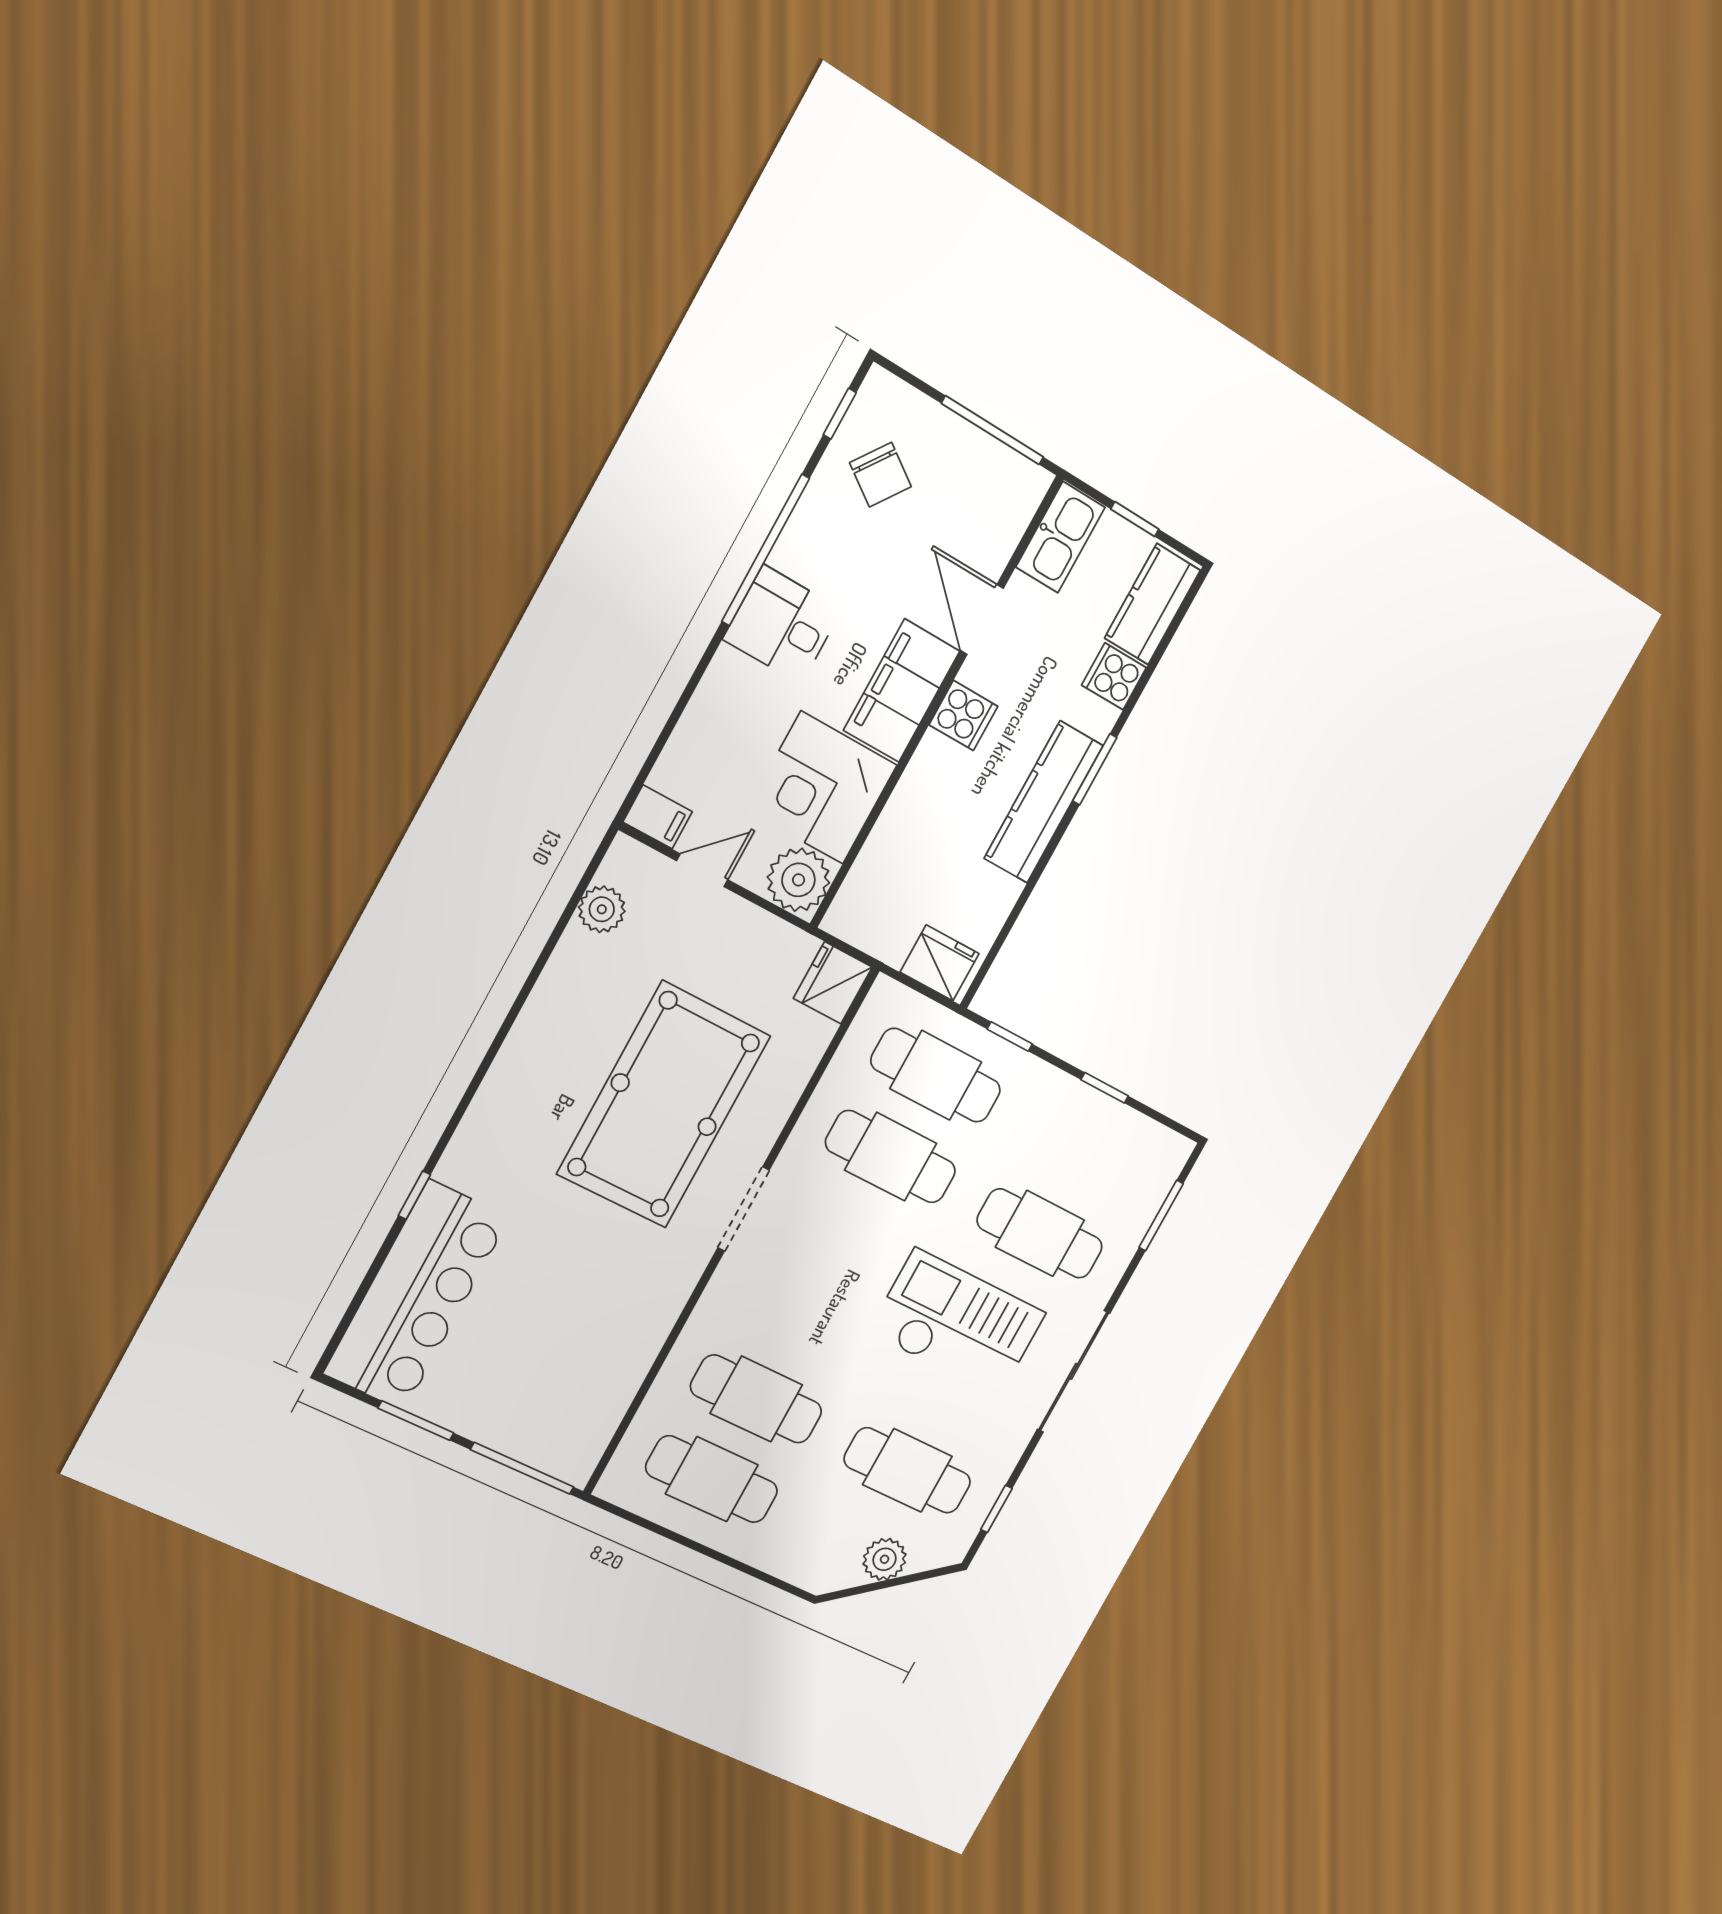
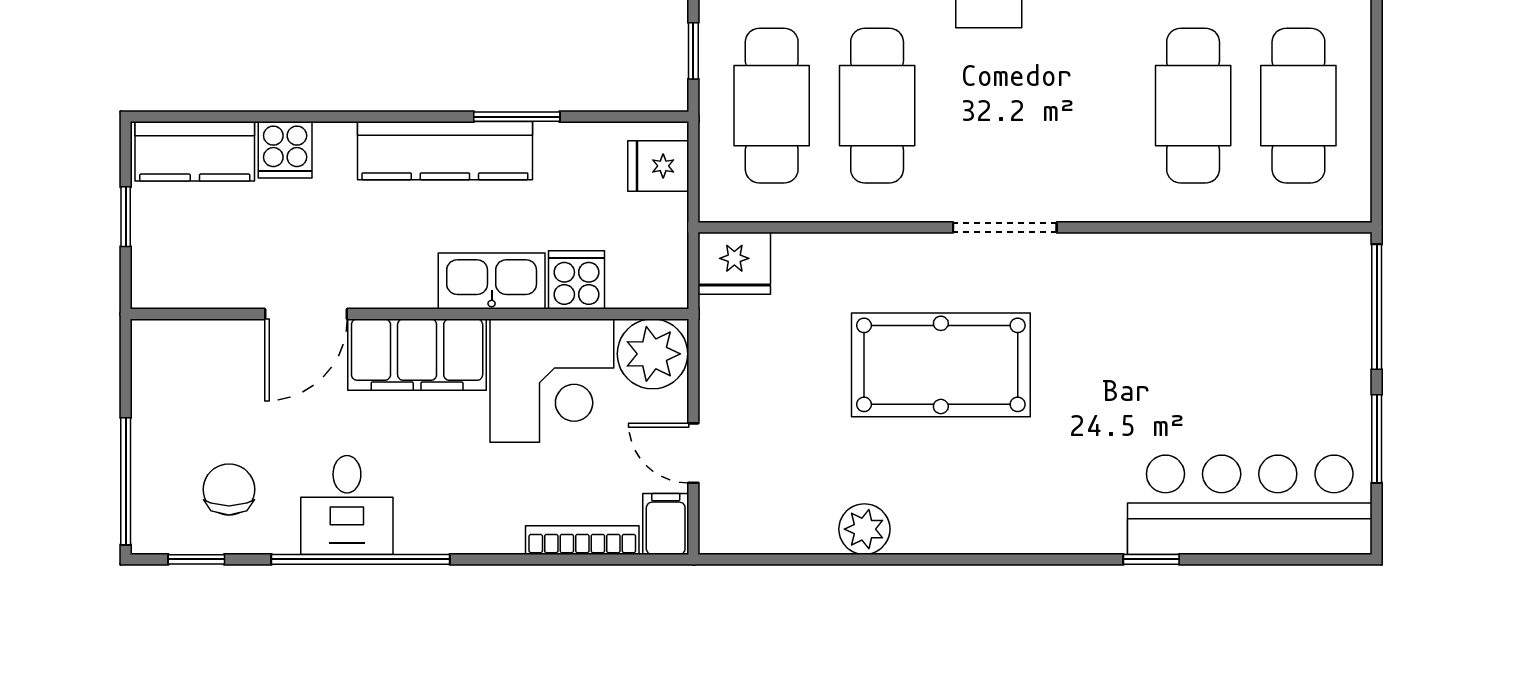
window: (993, 430) -> (126, 481), moved
chair: (880, 475) -> (229, 489), turned -35
kitchen sink: (1060, 537) -> (492, 281), moved
desk: (782, 625) -> (347, 505), moved
cooker: (964, 715) -> (577, 280), moved
bookcase: (682, 742) -> (582, 540), added
window: (1095, 769) -> (517, 117), moved
plant: (602, 909) -> (864, 529), moved
fridge: (940, 963) -> (658, 166), width x0.72
pool table: (664, 1105) -> (941, 365), width x0.73, depth x0.76

